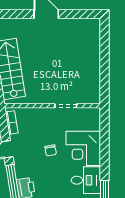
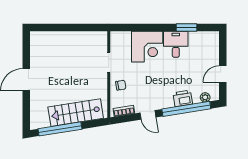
chair: (51, 150) -> (121, 85), moved

